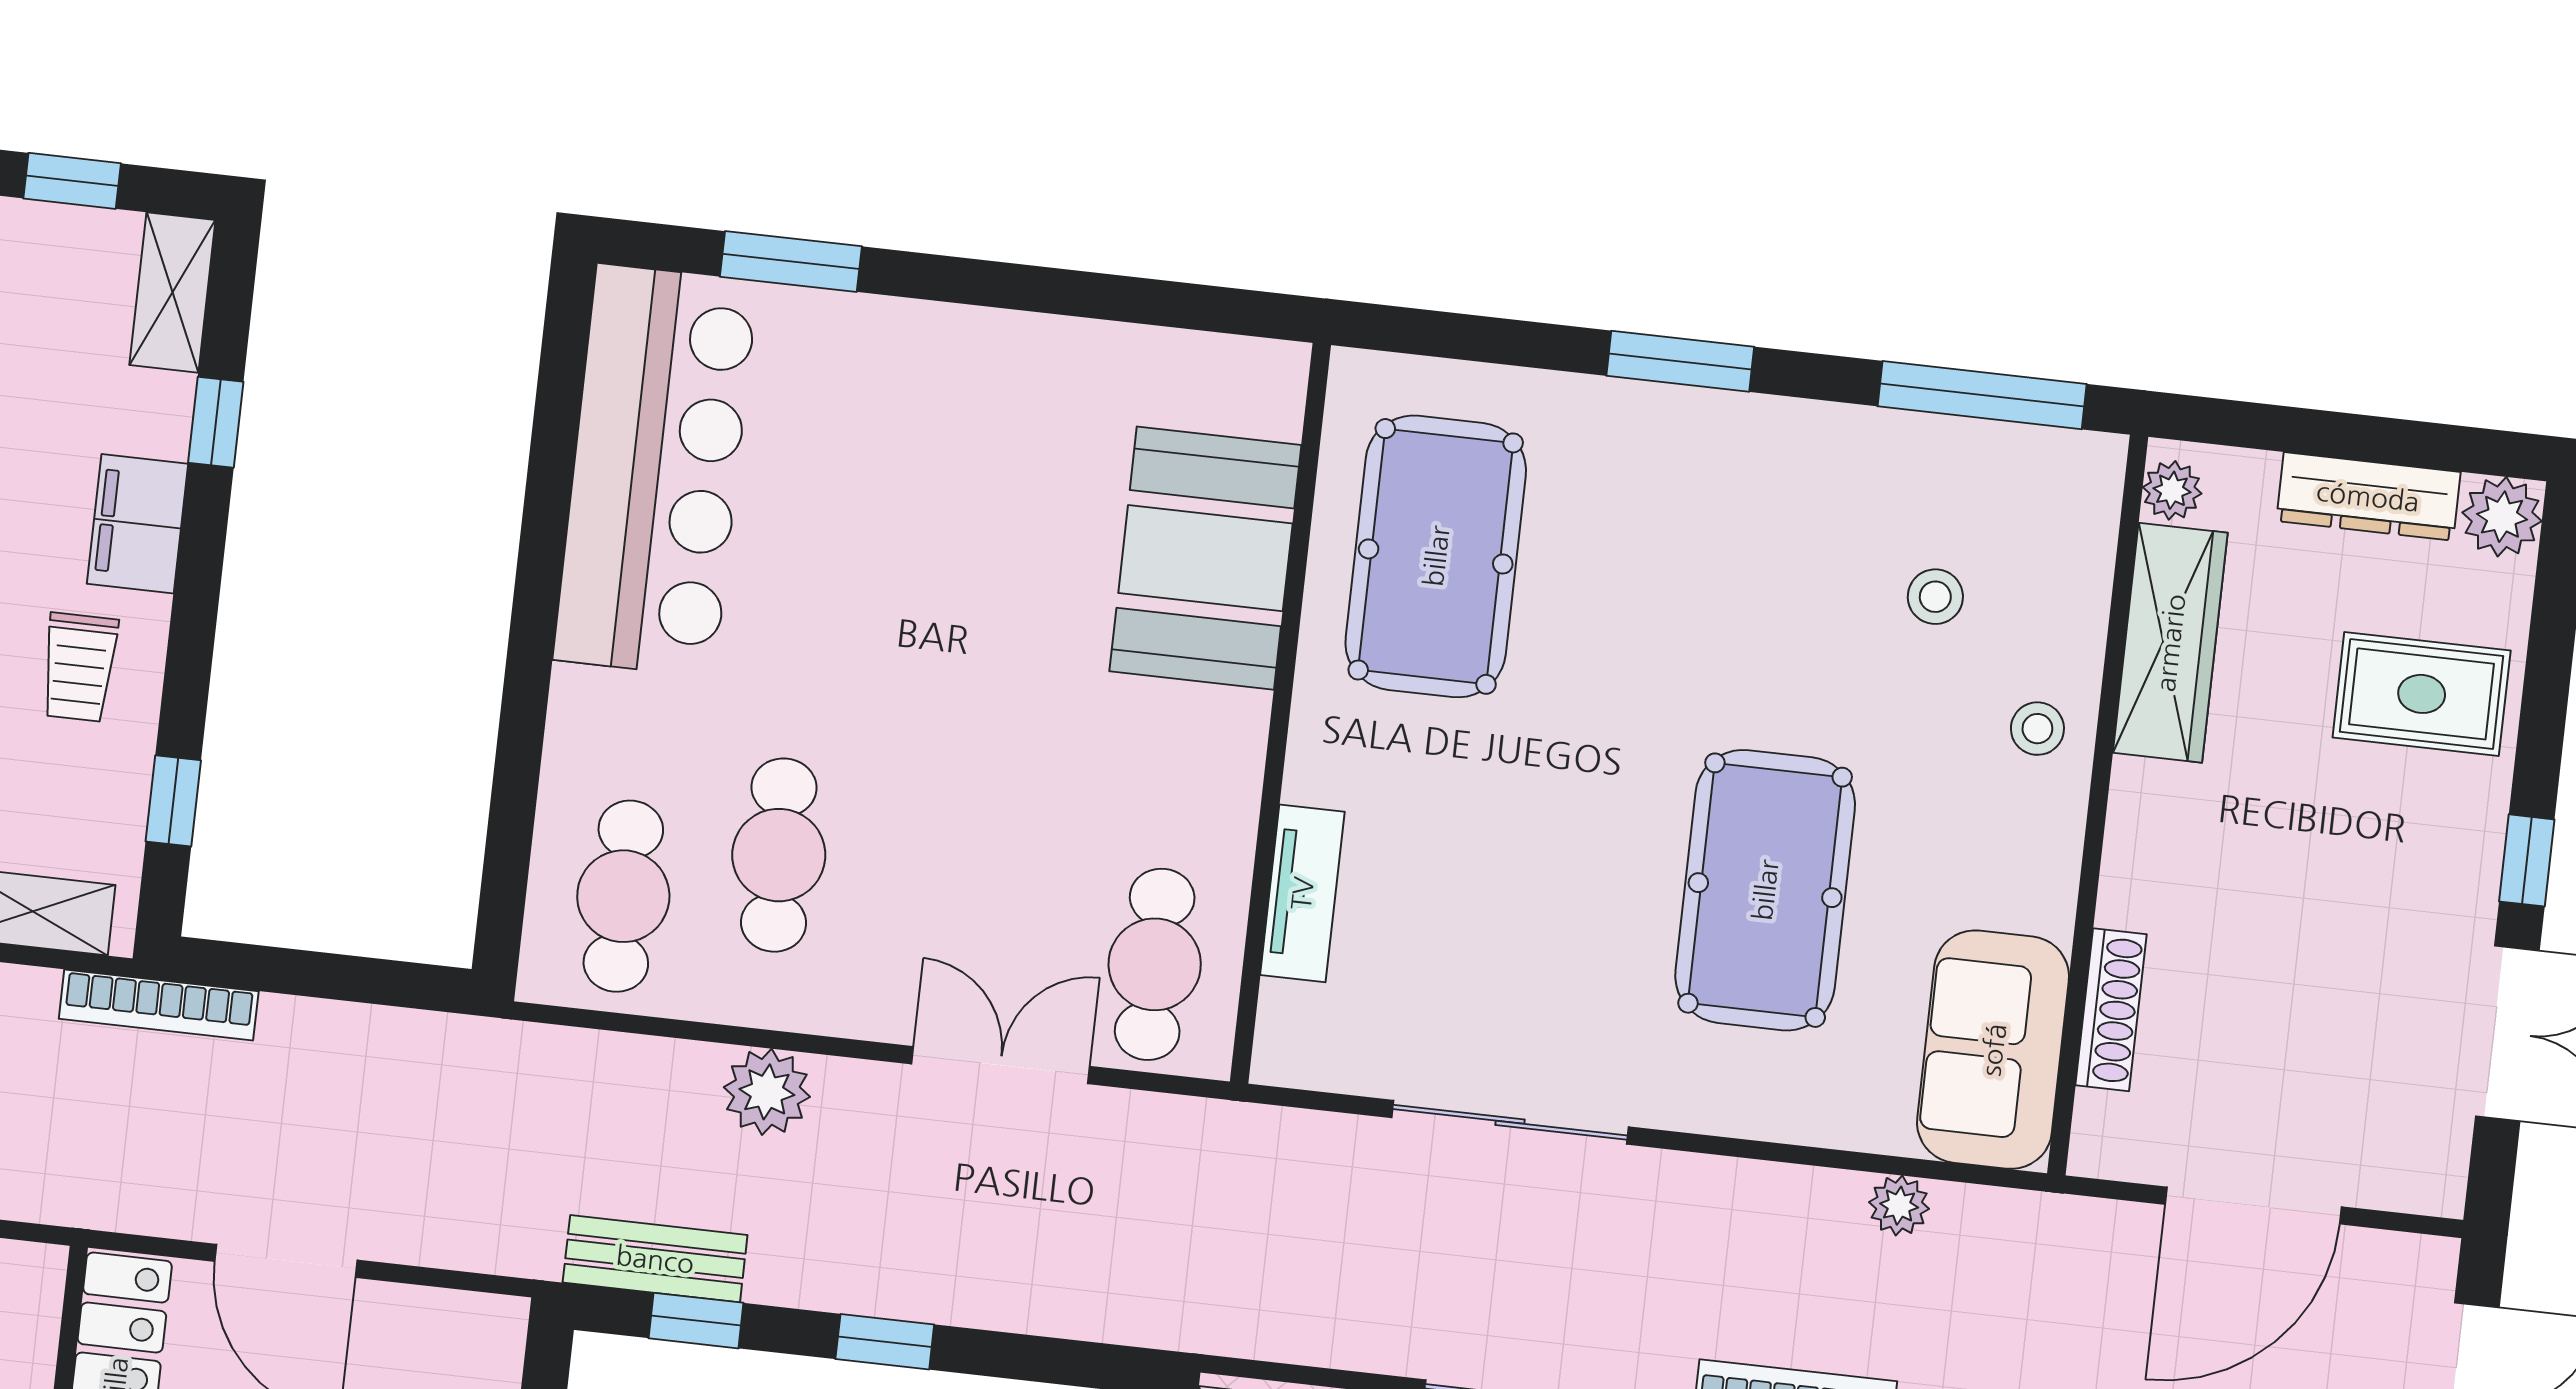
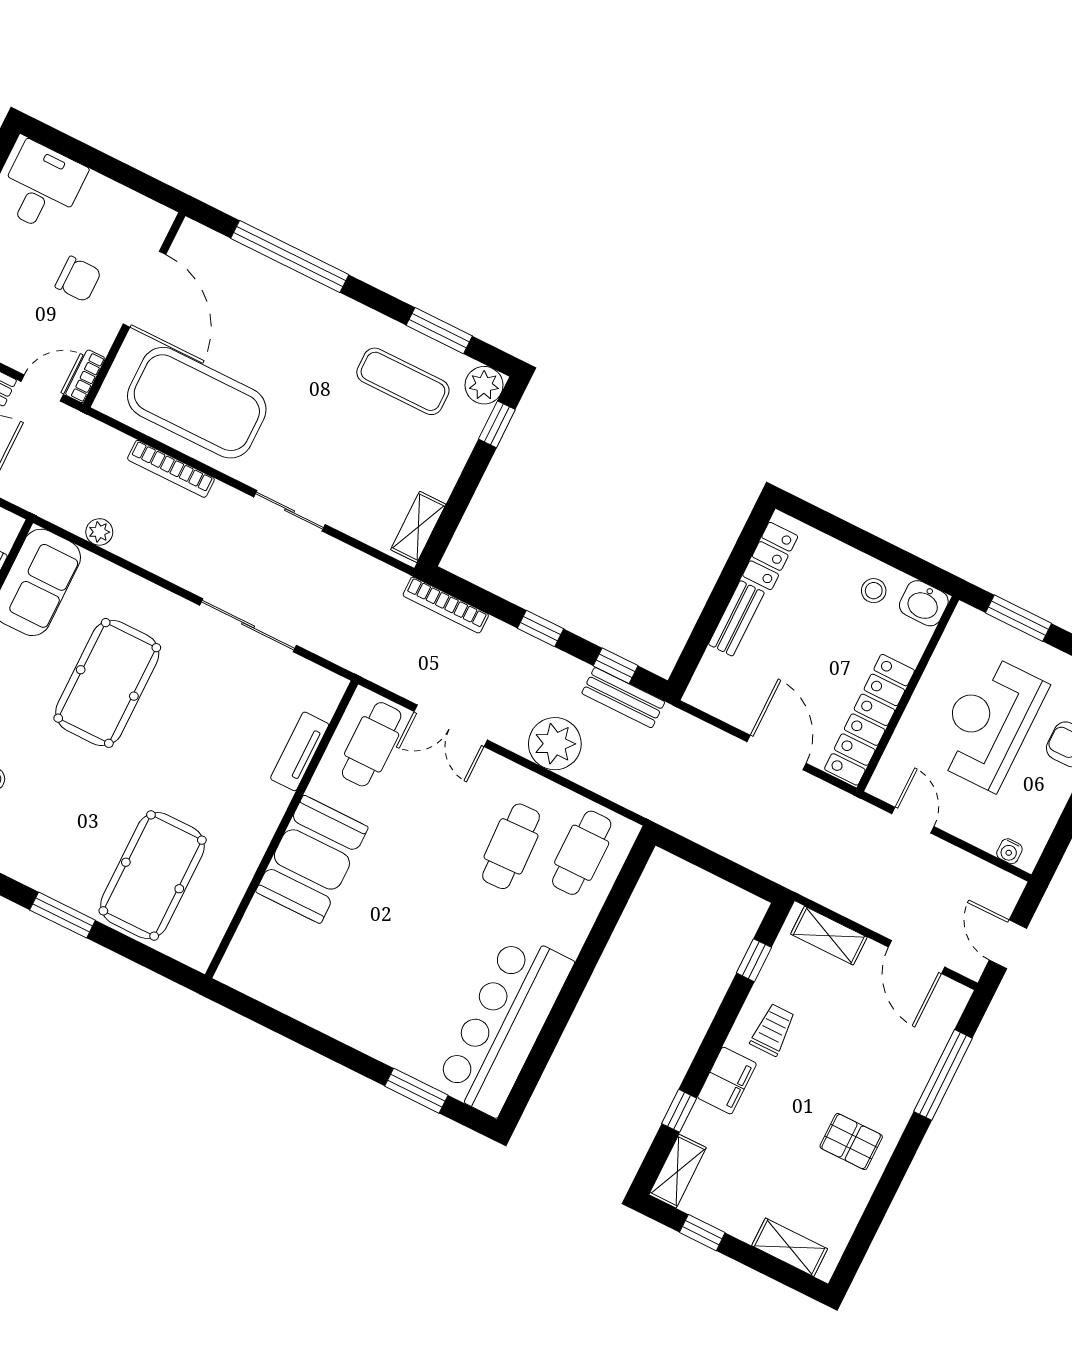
pool table: (1436, 556) -> (153, 875), moved
booth: (1205, 558) -> (312, 859), moved
bookcase: (159, 1005) -> (446, 605), moved, turned 180
plant: (767, 1092) -> (555, 744), width x1.36, depth x1.36

